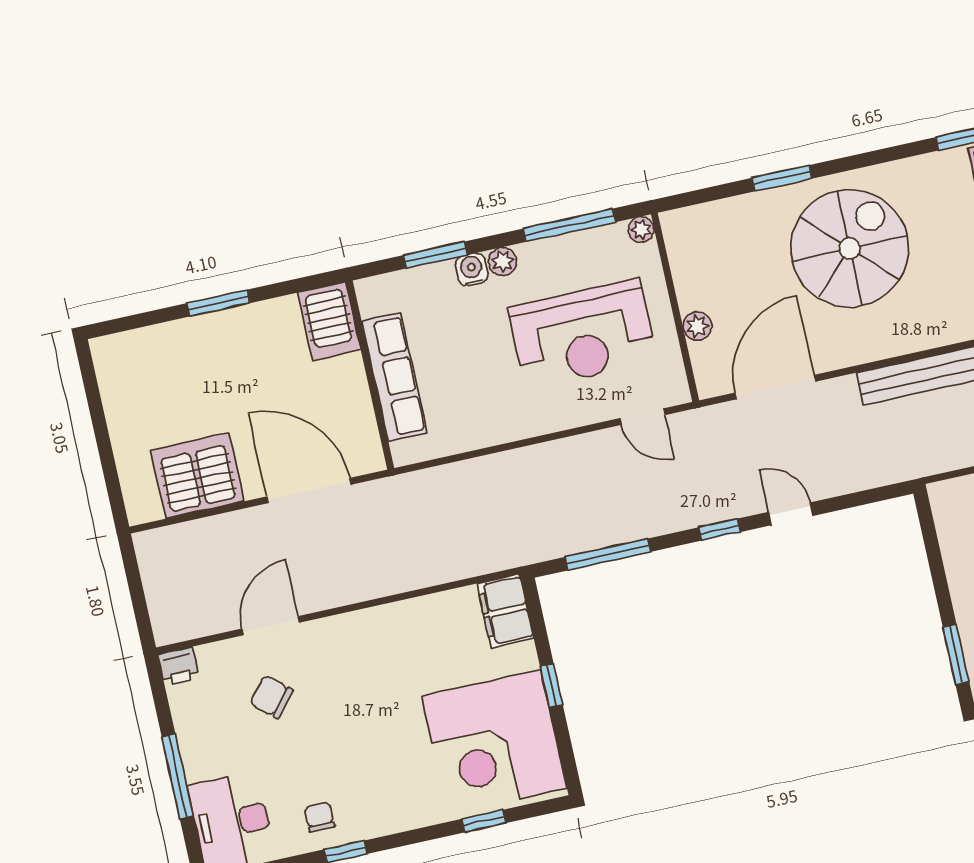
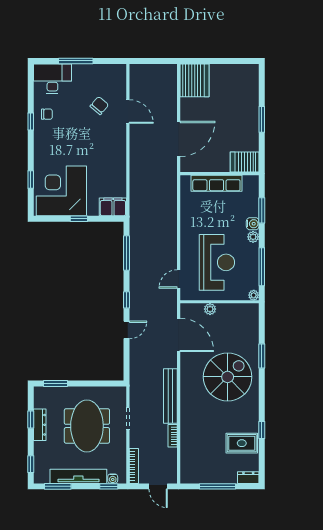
spiral stairs: (850, 248) -> (228, 377), turned -90
reception desk: (582, 334) -> (217, 262), turned 180
server rack: (197, 476) -> (194, 80), moved
printer: (178, 666) -> (120, 71), removed

